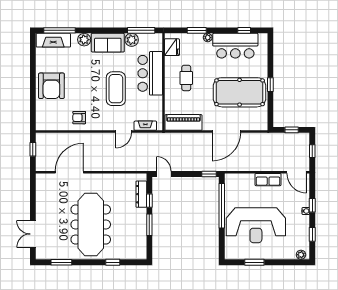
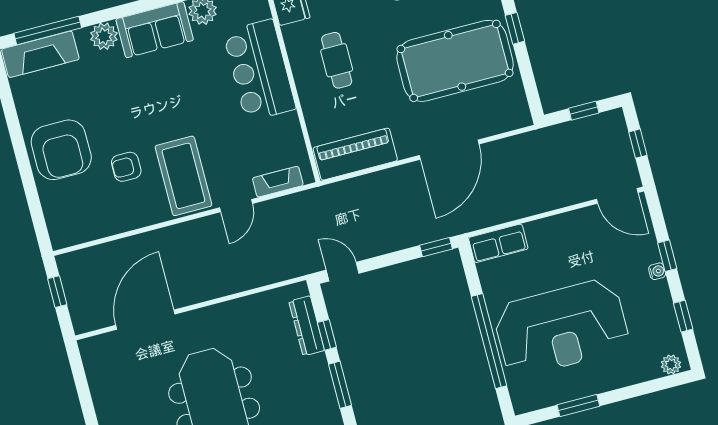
coffee table: (116, 89) -> (183, 176), moved
armchair: (79, 118) -> (126, 167), moved
row of seats: (268, 180) -> (498, 243), moved
window: (222, 206) -> (489, 341), moved

